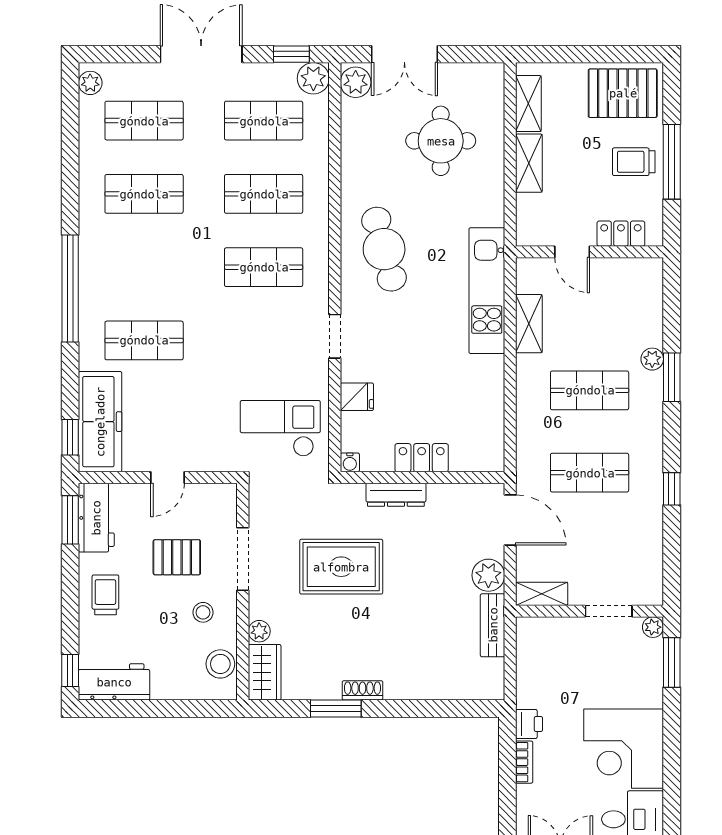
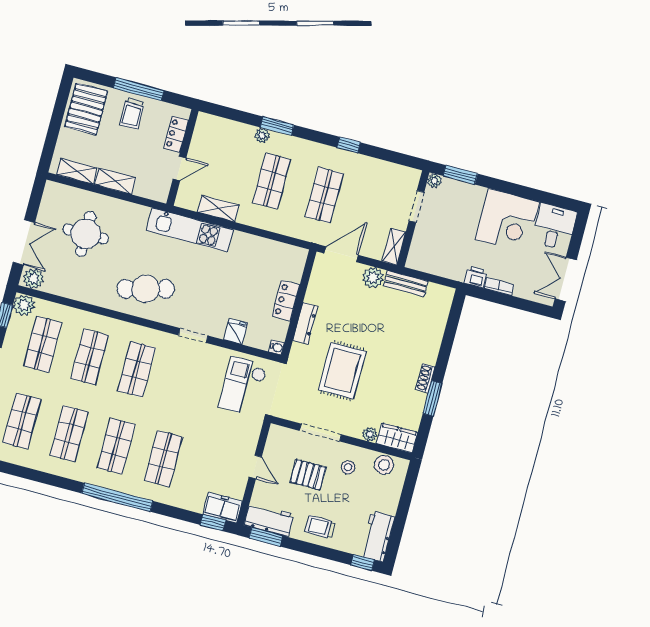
shop shelf: (144, 267) -> (116, 446), added
freezer: (100, 422) -> (222, 508), width x0.52, depth x0.79
pallet: (177, 557) -> (308, 475), turned 90

